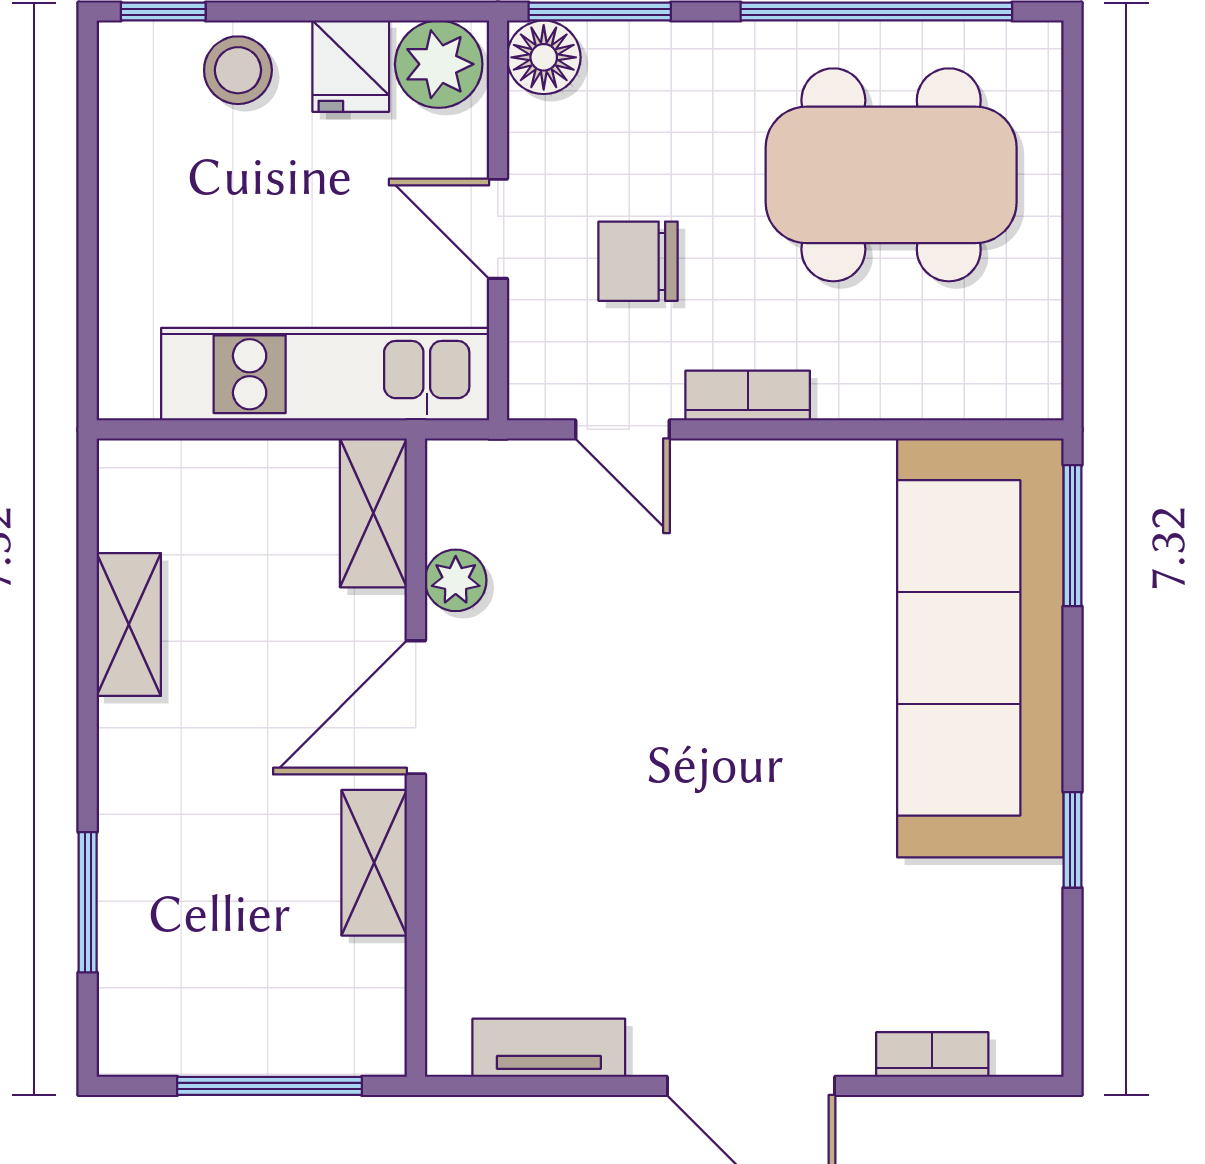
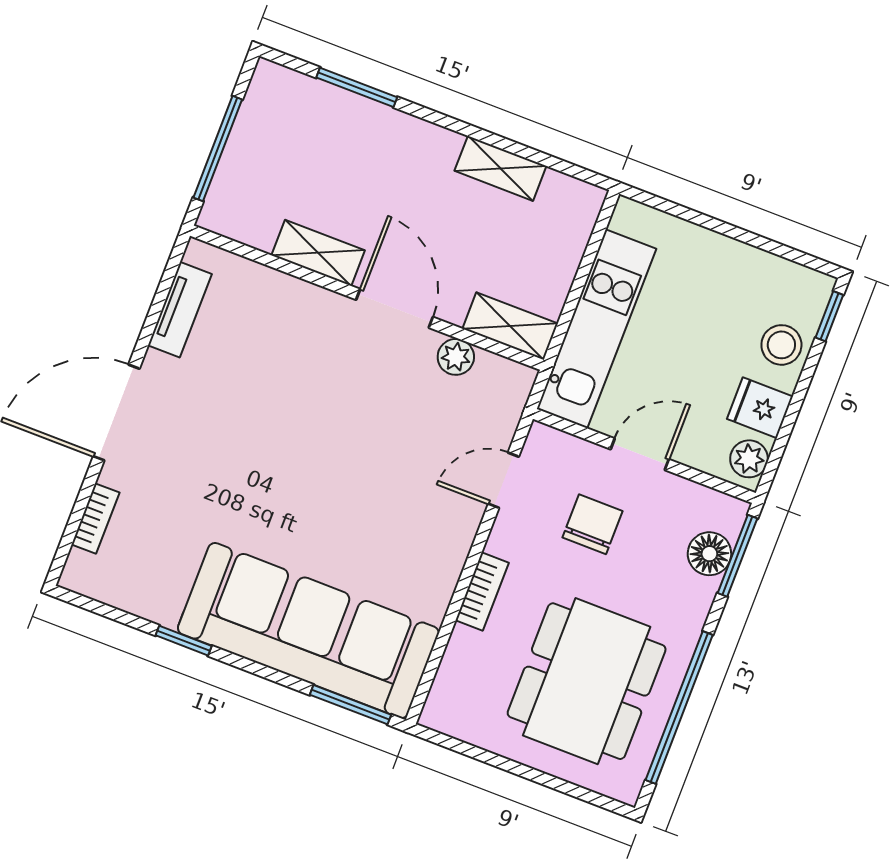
floor lamp: (544, 57) -> (709, 554), moved
plant: (439, 64) -> (749, 459), width x0.73, depth x0.73
bookcase: (748, 396) -> (482, 592), moved

